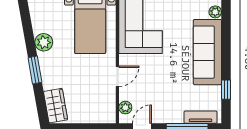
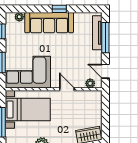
window: (226, 90) -> (59, 9), moved
tv unit: (201, 117) -> (97, 33), width x1.41

